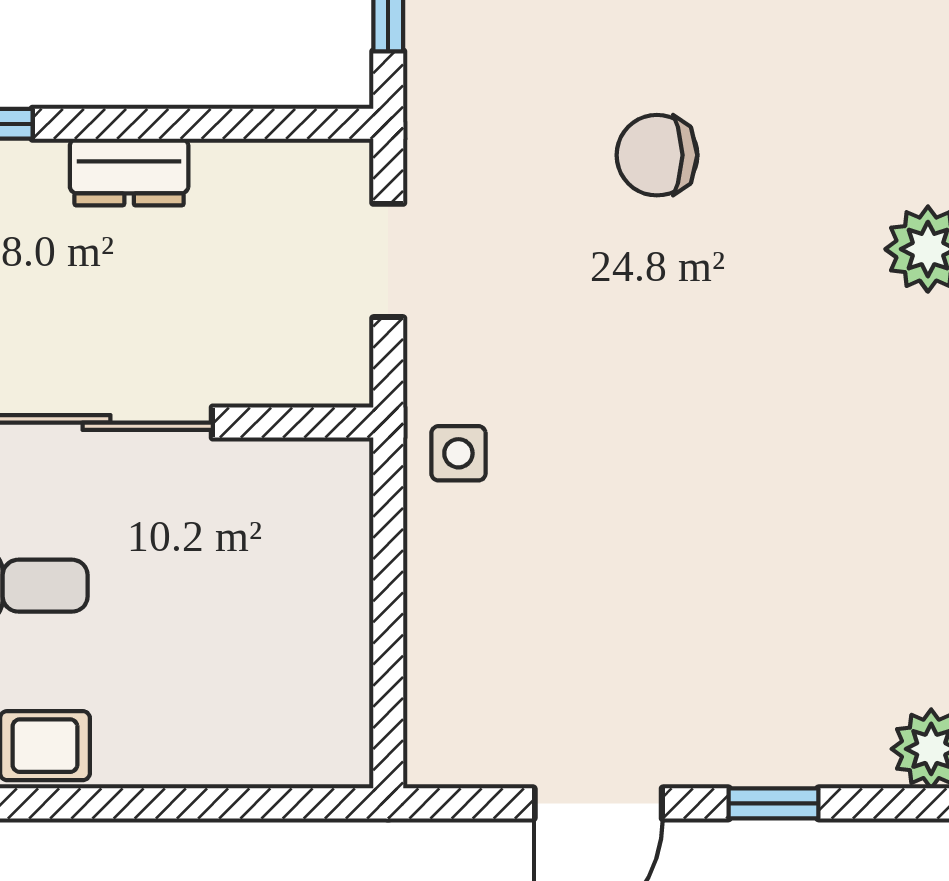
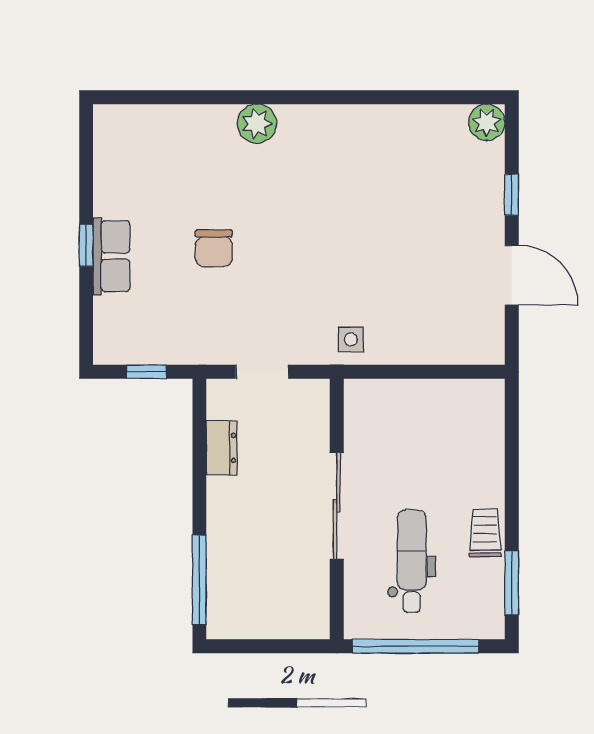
dresser: (129, 172) -> (222, 448), moved

